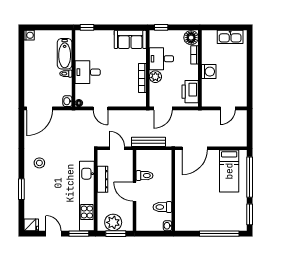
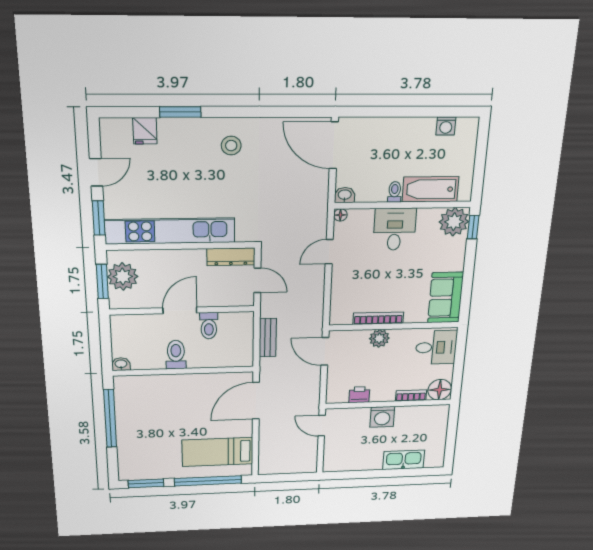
window: (161, 27) -> (461, 345), removed
washing machine: (29, 35) -> (446, 126), moved
kitchen sink: (230, 37) -> (404, 460), moved, turned 90
plant: (84, 39) -> (454, 222), added
desk: (161, 59) -> (436, 347), moved, turned 90
printer: (190, 92) -> (359, 395), width x0.53, depth x0.68
door: (228, 108) -> (322, 426), moved
bench: (149, 142) -> (268, 338), width x0.73
door: (117, 148) -> (257, 280), hinge flipped
door: (195, 148) -> (256, 401), hinge flipped
dresser: (102, 179) -> (231, 257), moved
toilet: (162, 207) -> (176, 355), moved
fridge: (31, 225) -> (145, 131), moved
window: (219, 234) -> (110, 418), moved

